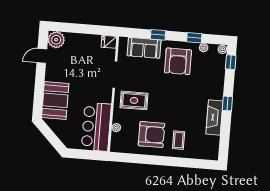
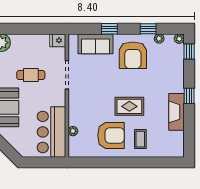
cafe table: (81, 72) -> (31, 75), added
rug: (134, 100) -> (129, 106), moved

